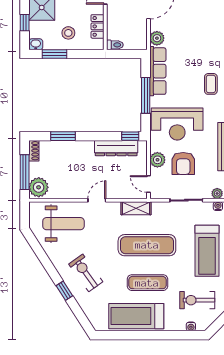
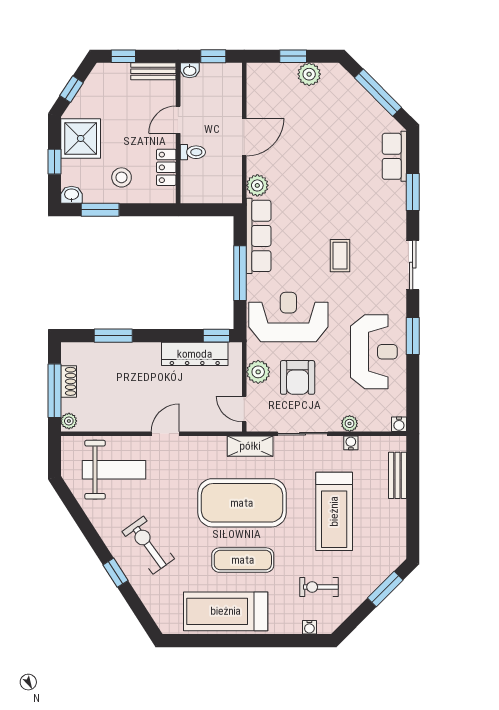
toilet: (115, 45) -> (193, 152), moved
reception desk: (177, 124) -> (288, 317), turned 180
shoe rack: (34, 151) -> (69, 381), moved
plant: (39, 187) -> (69, 421), width x0.53, depth x0.53
shelving: (136, 208) -> (250, 446), moved
exercise mat: (147, 245) -> (242, 503), width x1.47
exercise bike: (197, 300) -> (319, 587), width x0.73, depth x0.72

